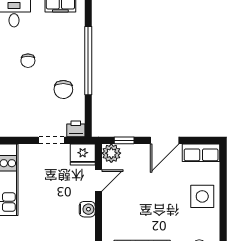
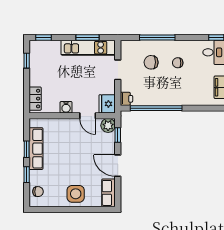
window: (88, 61) -> (156, 108), moved
chair: (63, 89) -> (151, 62), moved
doorway: (51, 140) -> (118, 70), moved

